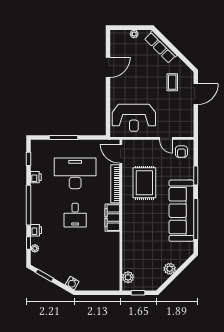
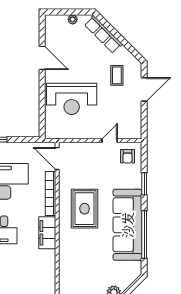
door: (108, 67) -> (42, 58), hinge flipped
reception desk: (134, 118) -> (72, 99), moved
door: (166, 138) -> (110, 141), swing flipped
rug: (144, 183) -> (85, 209), moved

